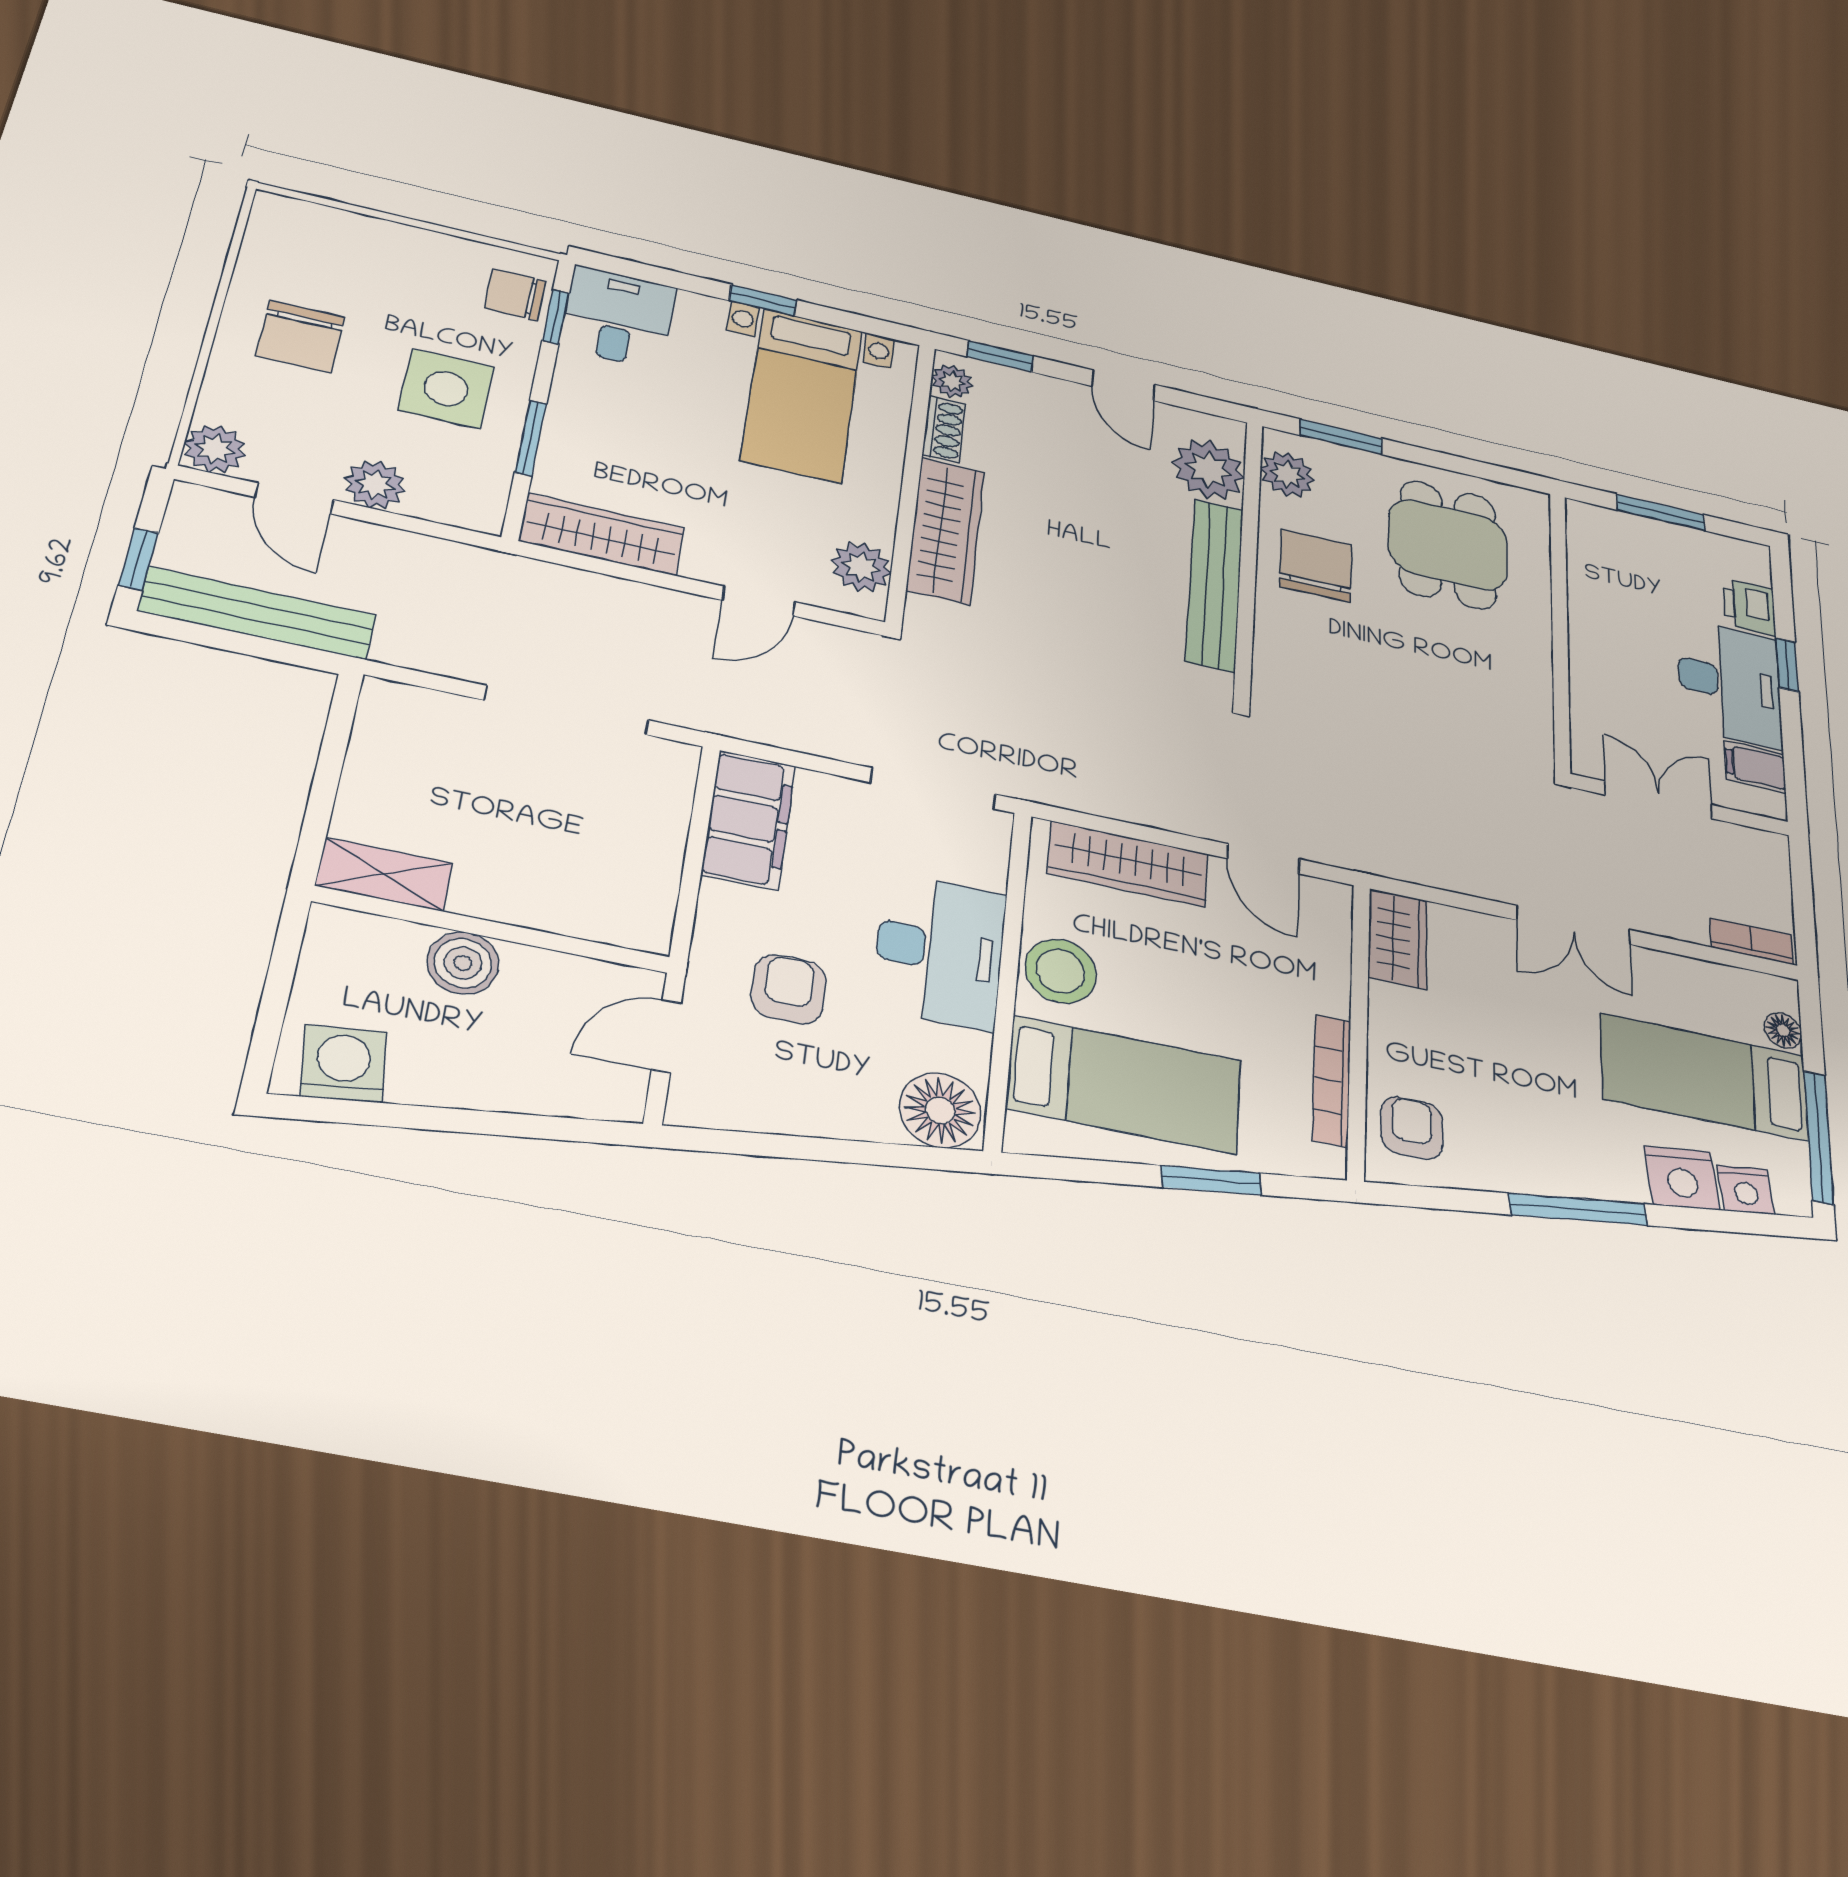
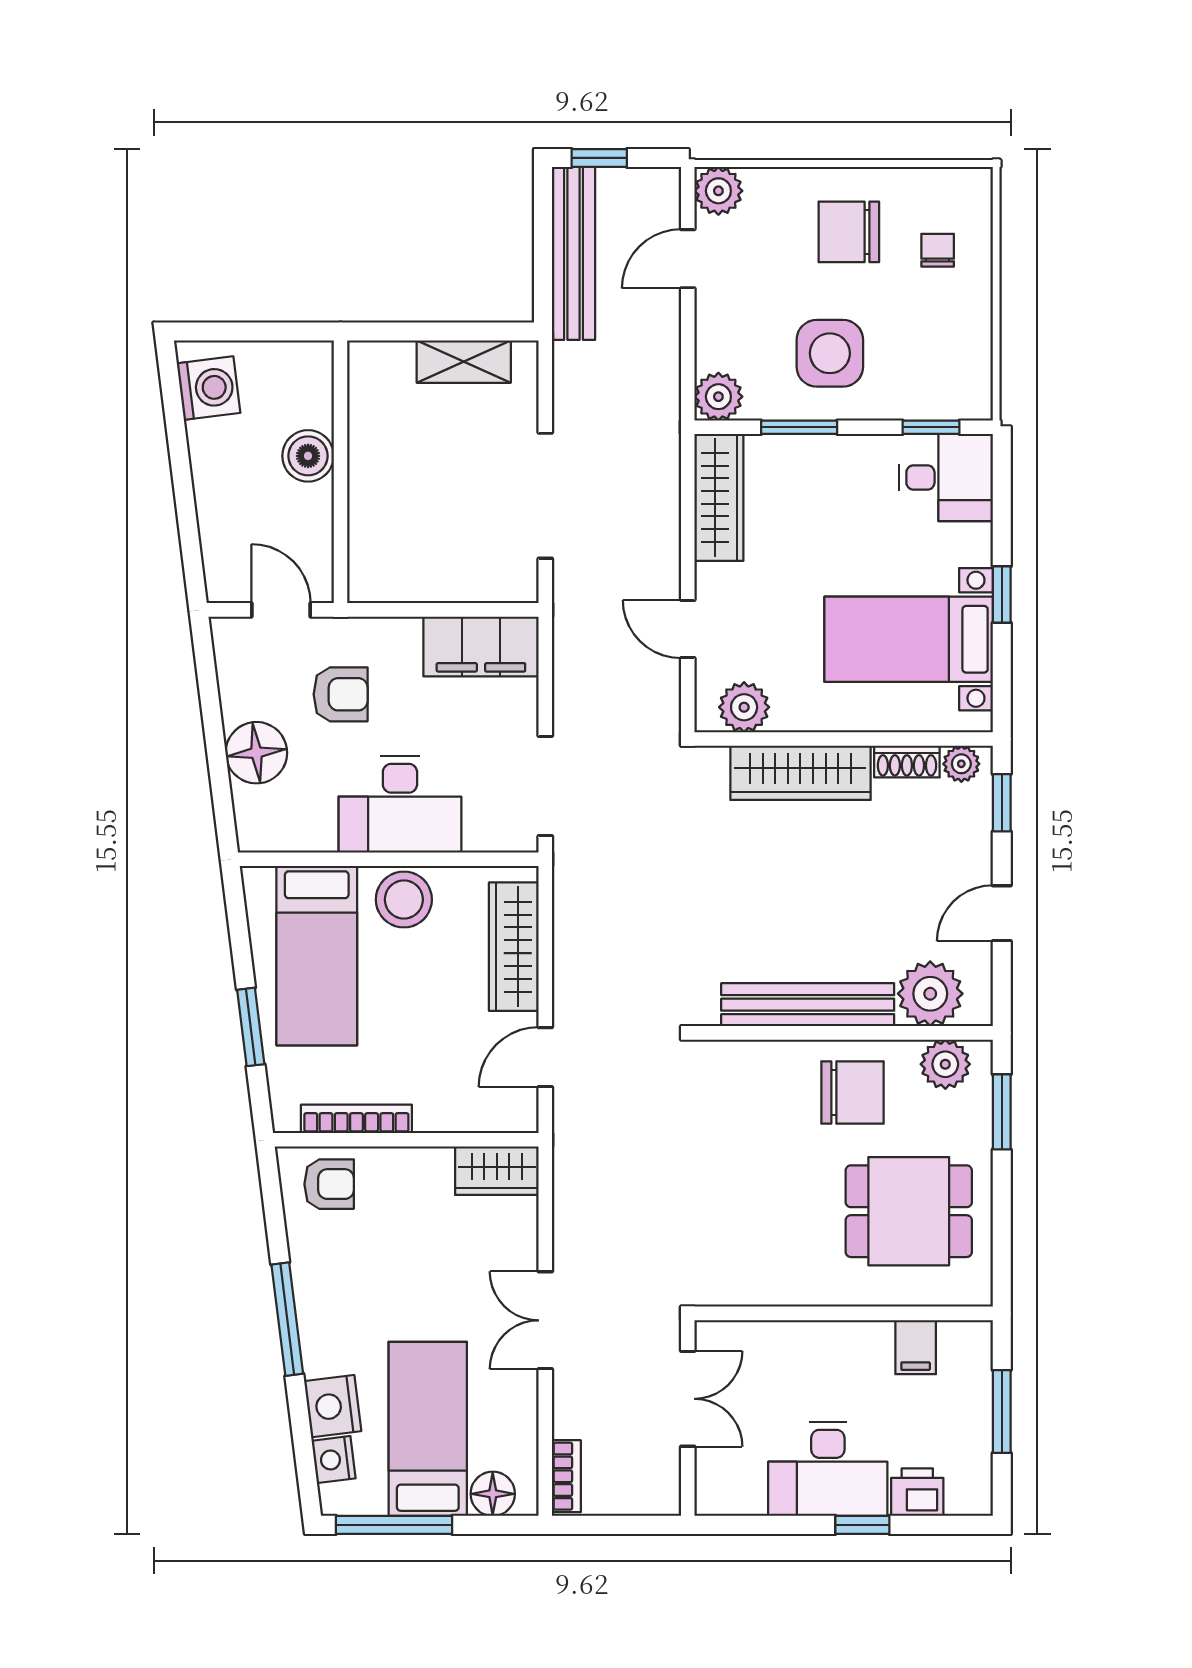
chair: (515, 295) -> (938, 250), moved, width x0.73, depth x0.73
plant: (375, 484) -> (718, 397), moved
filing cabinet: (1755, 767) -> (916, 1347), moved, turned 180
shelving: (384, 874) -> (464, 362), moved, turned 90
floor lamp: (1783, 1031) -> (493, 1494), width x1.37, depth x1.37
floor lamp: (940, 1110) -> (256, 753), moved

